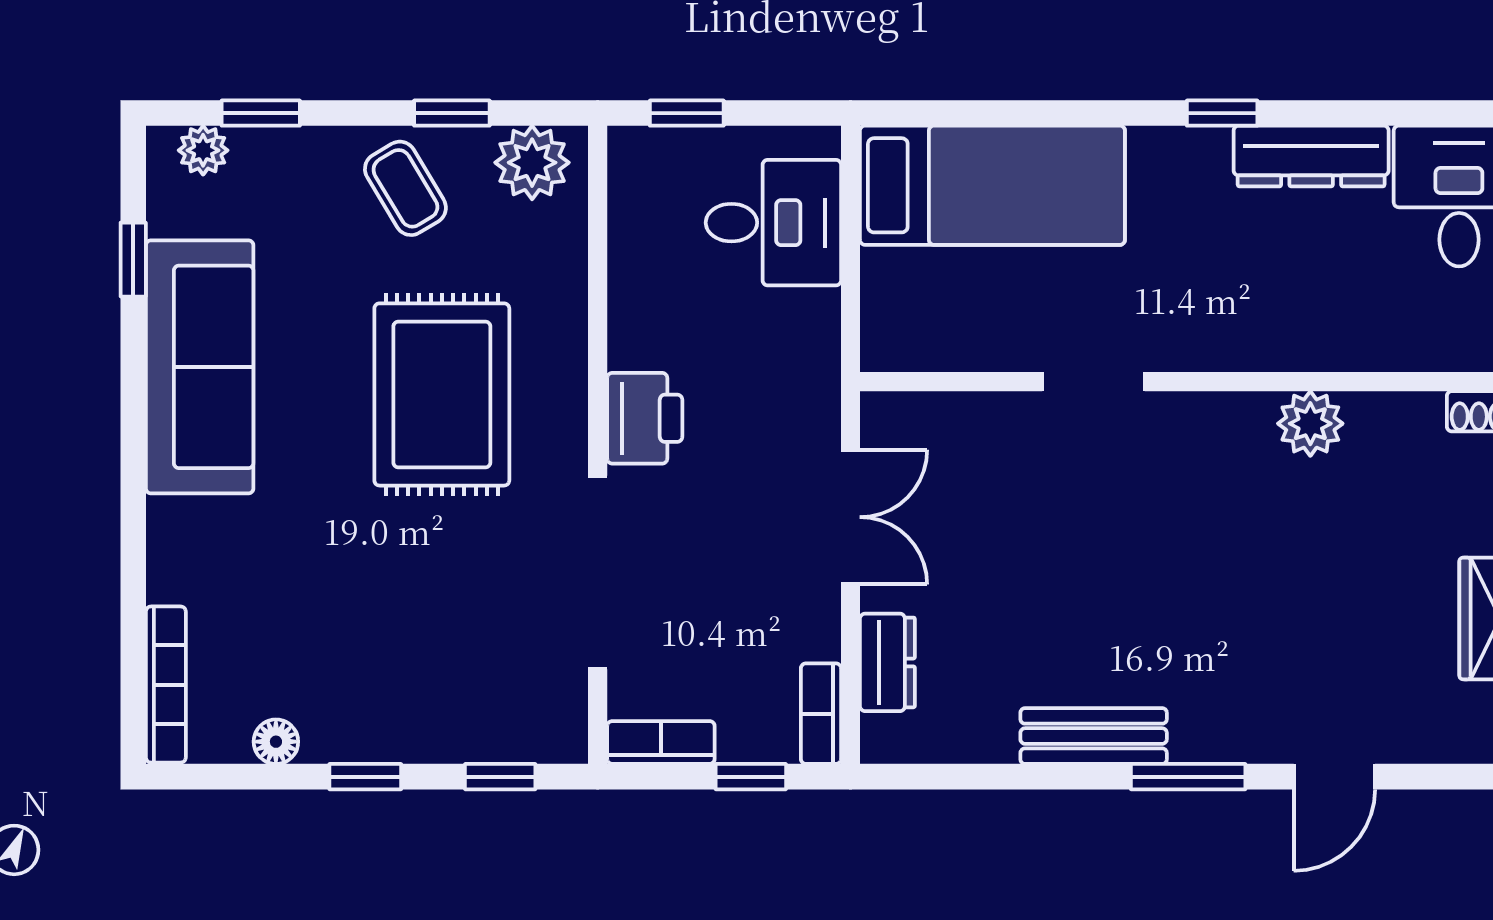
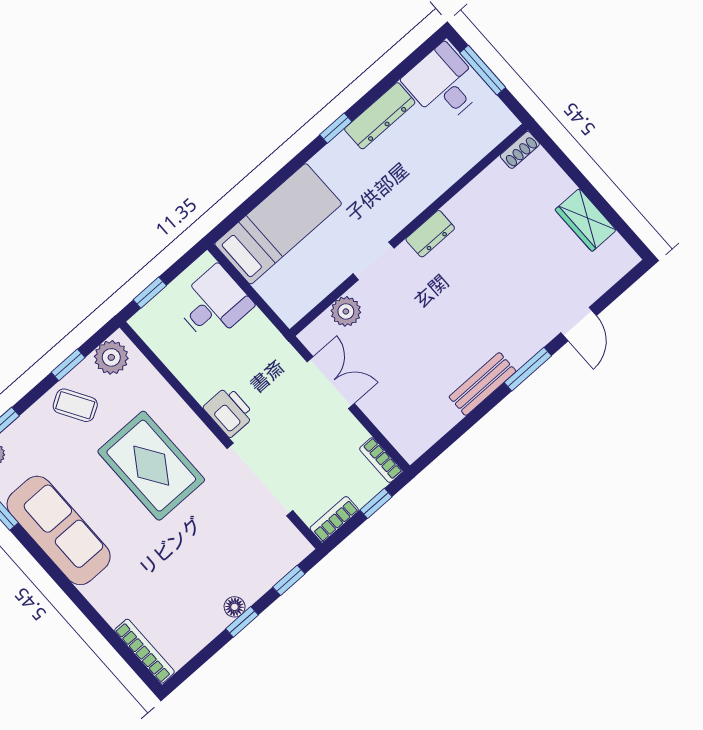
plant: (1310, 424) -> (346, 311), moved
dresser: (887, 662) -> (430, 234), moved, turned 90
floor lamp: (276, 742) -> (235, 607), moved

